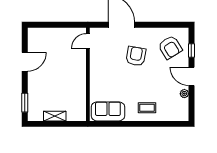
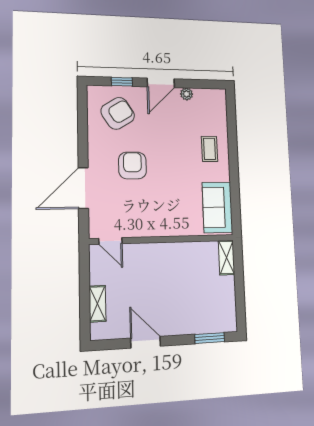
shelving: (50, 32) -> (97, 304), added
armchair: (136, 56) -> (132, 166), turned 80
shelving: (55, 116) -> (227, 258), moved

